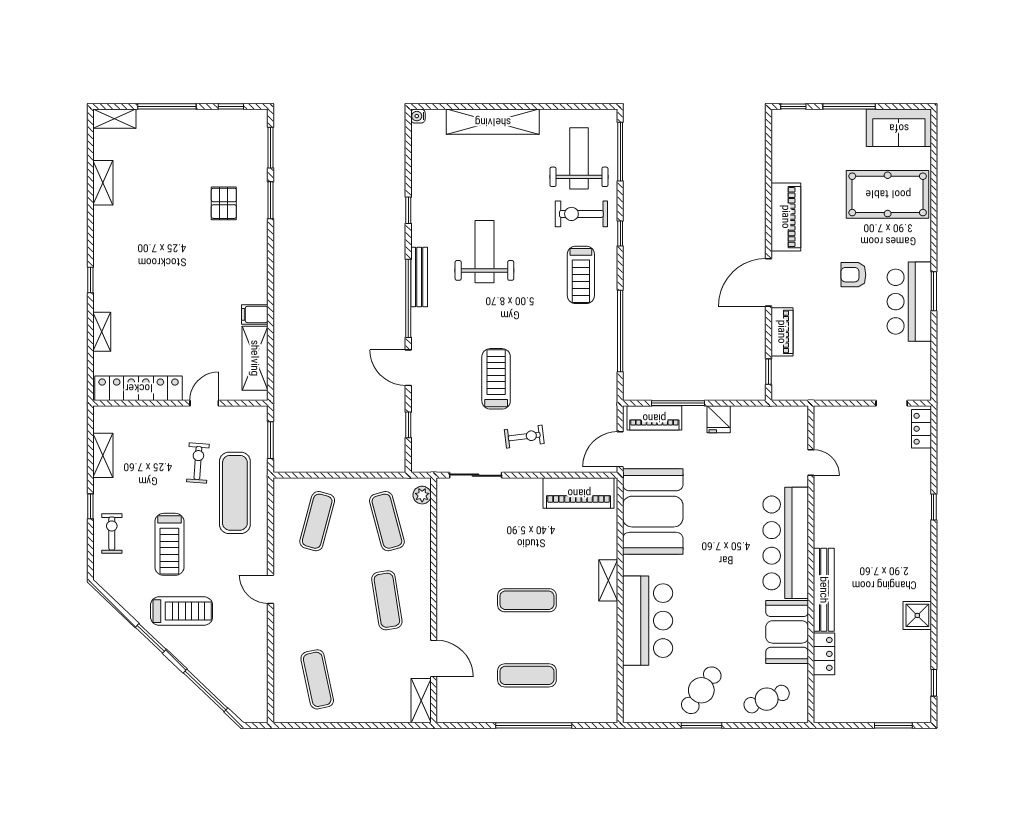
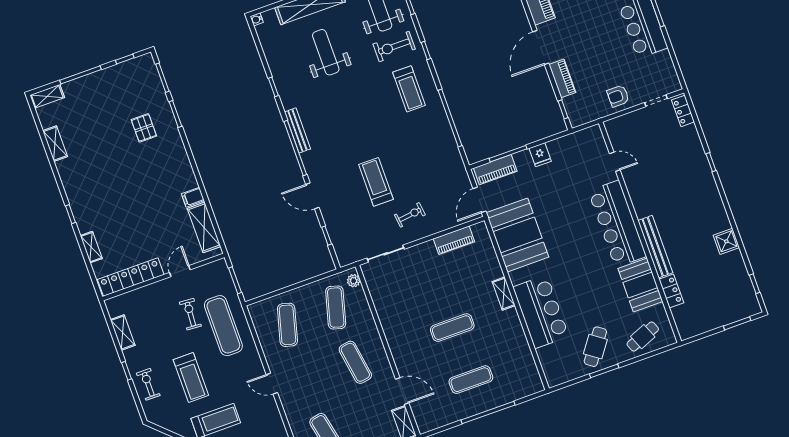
weight bench: (484, 252) -> (326, 52), moved
armchair: (853, 275) -> (618, 96), moved
piano: (579, 493) -> (454, 240), width x0.73, depth x0.75
exercise mat: (387, 521) -> (336, 308), turned 30

